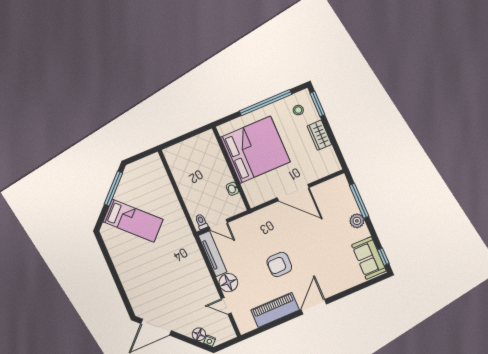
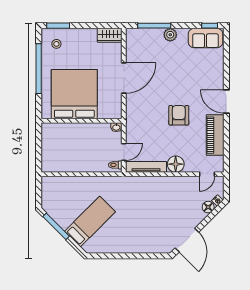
wardrobe: (319, 135) -> (110, 35), moved
washbasin: (232, 189) -> (116, 127), moved
armchair: (279, 264) -> (179, 115), turned 180
door: (226, 306) -> (207, 174), moved

